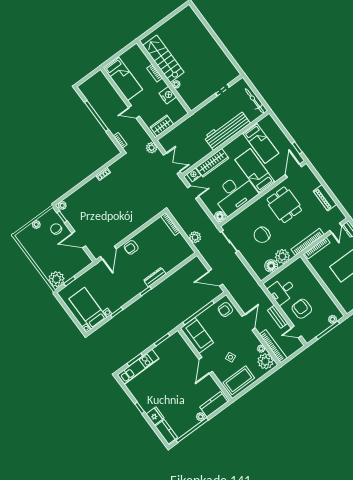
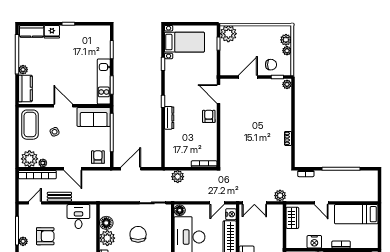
door: (134, 112) -> (321, 203), swing flipped
plant: (28, 231) -> (286, 40), added
armchair: (302, 309) -> (45, 236), moved
kitchen unit: (138, 367) -> (104, 82), moved

